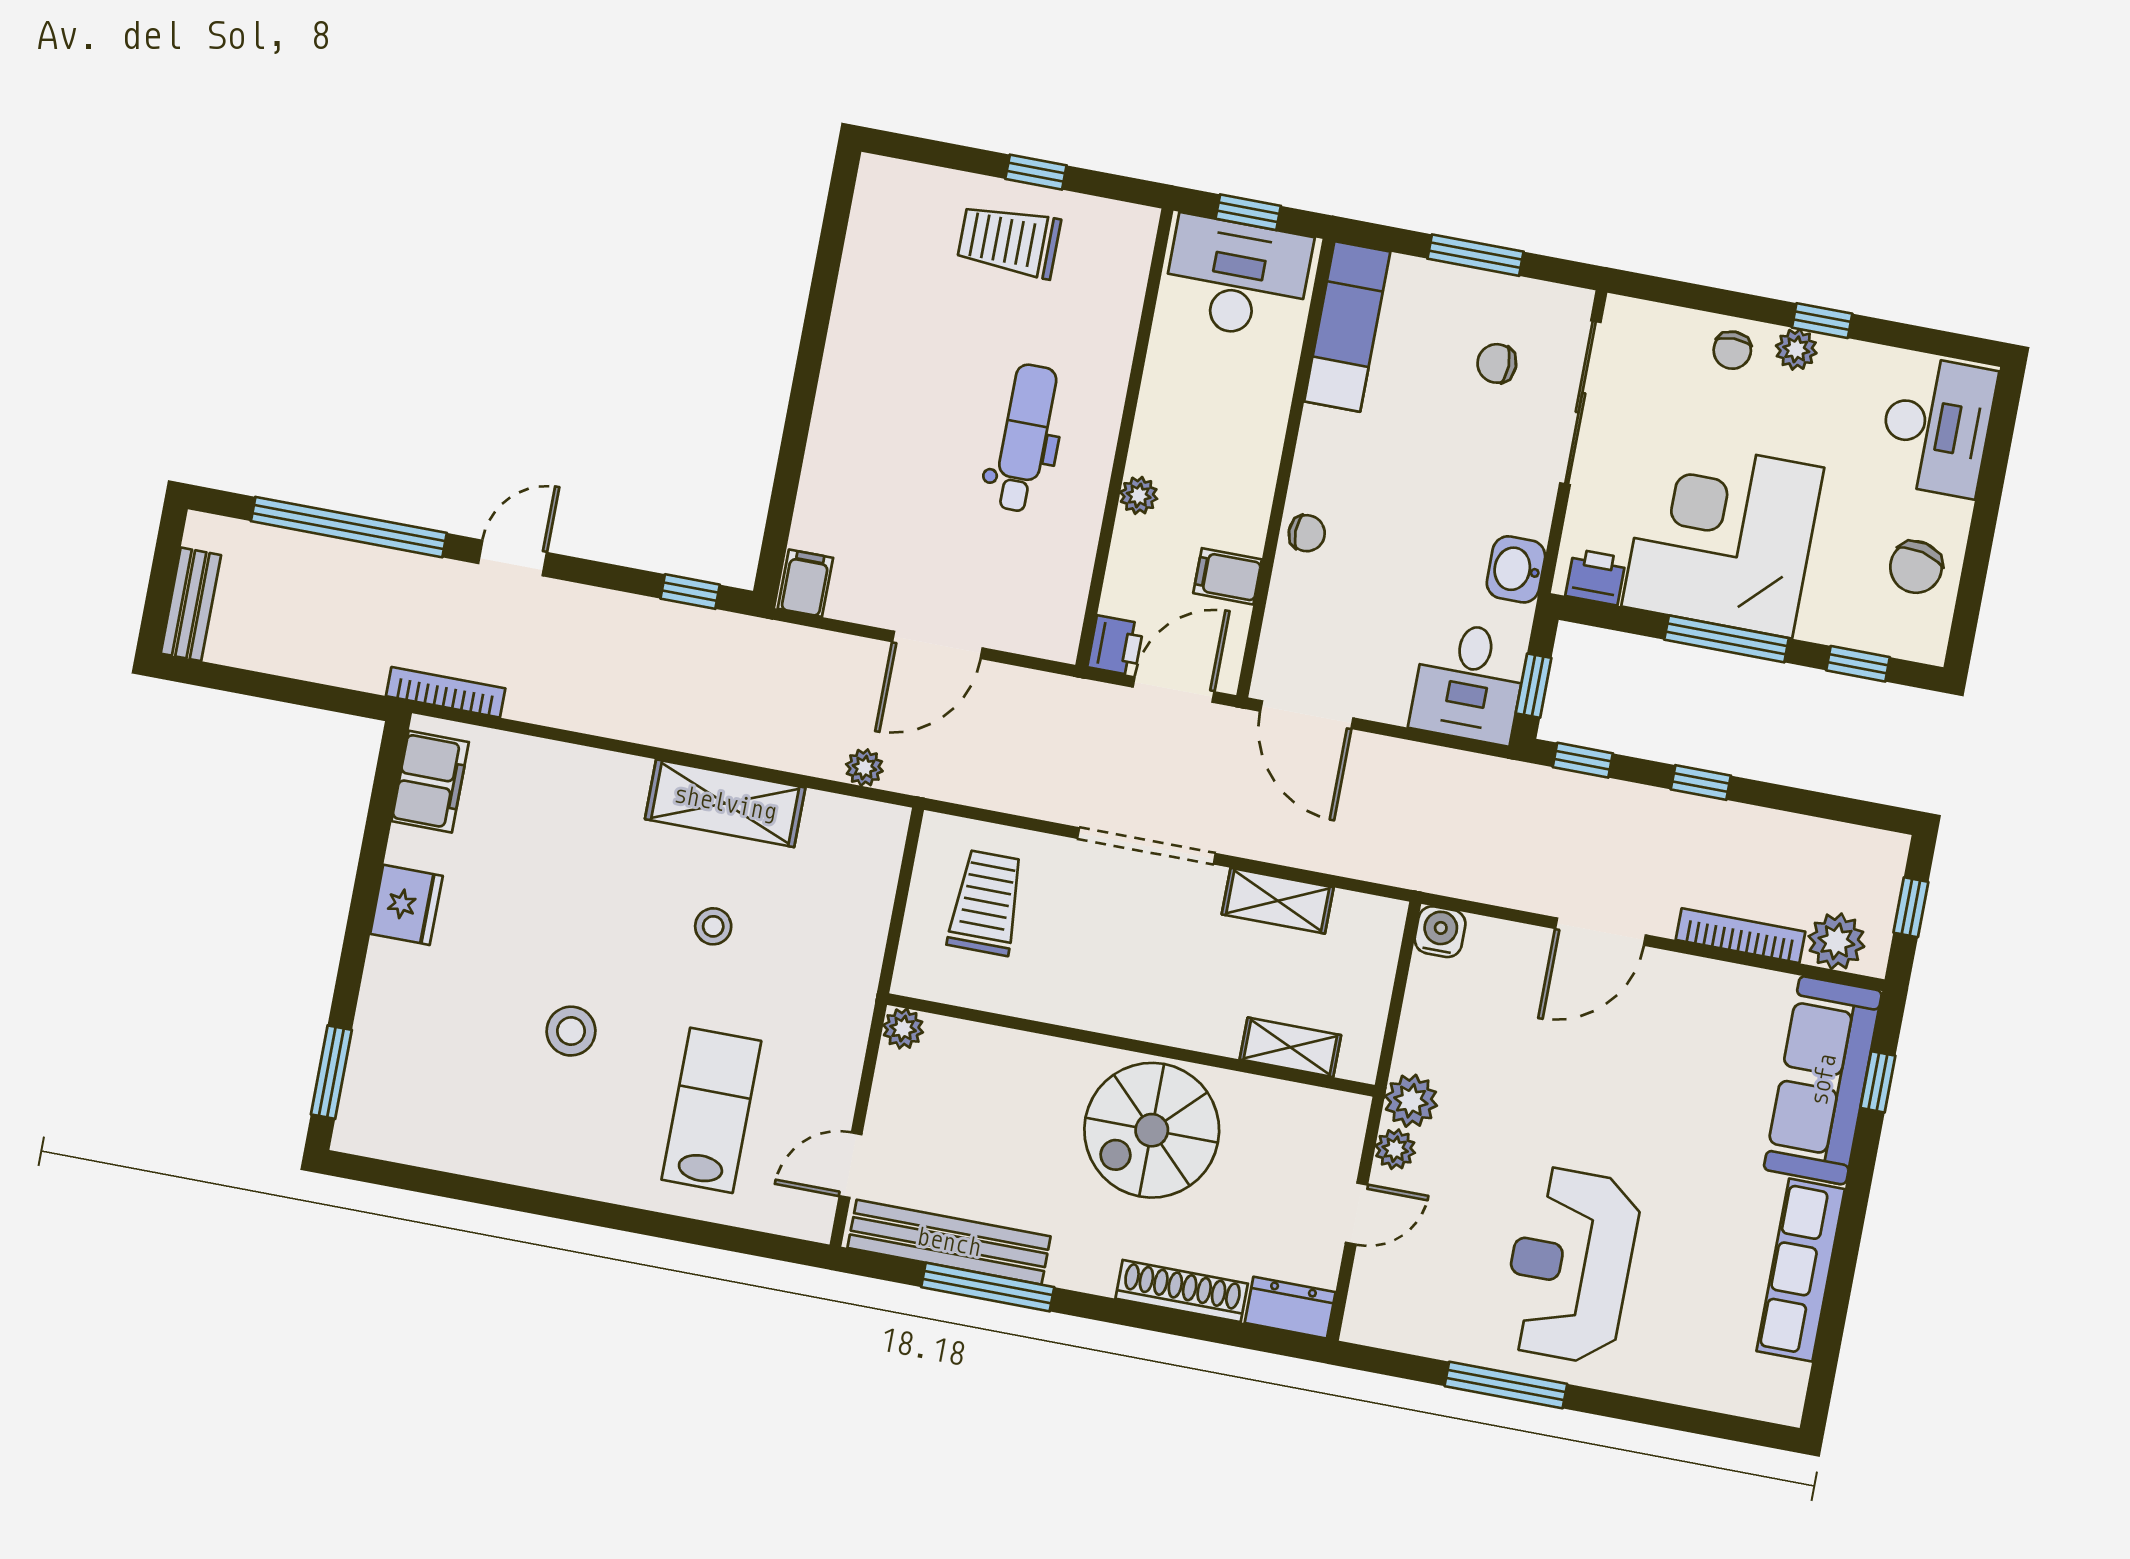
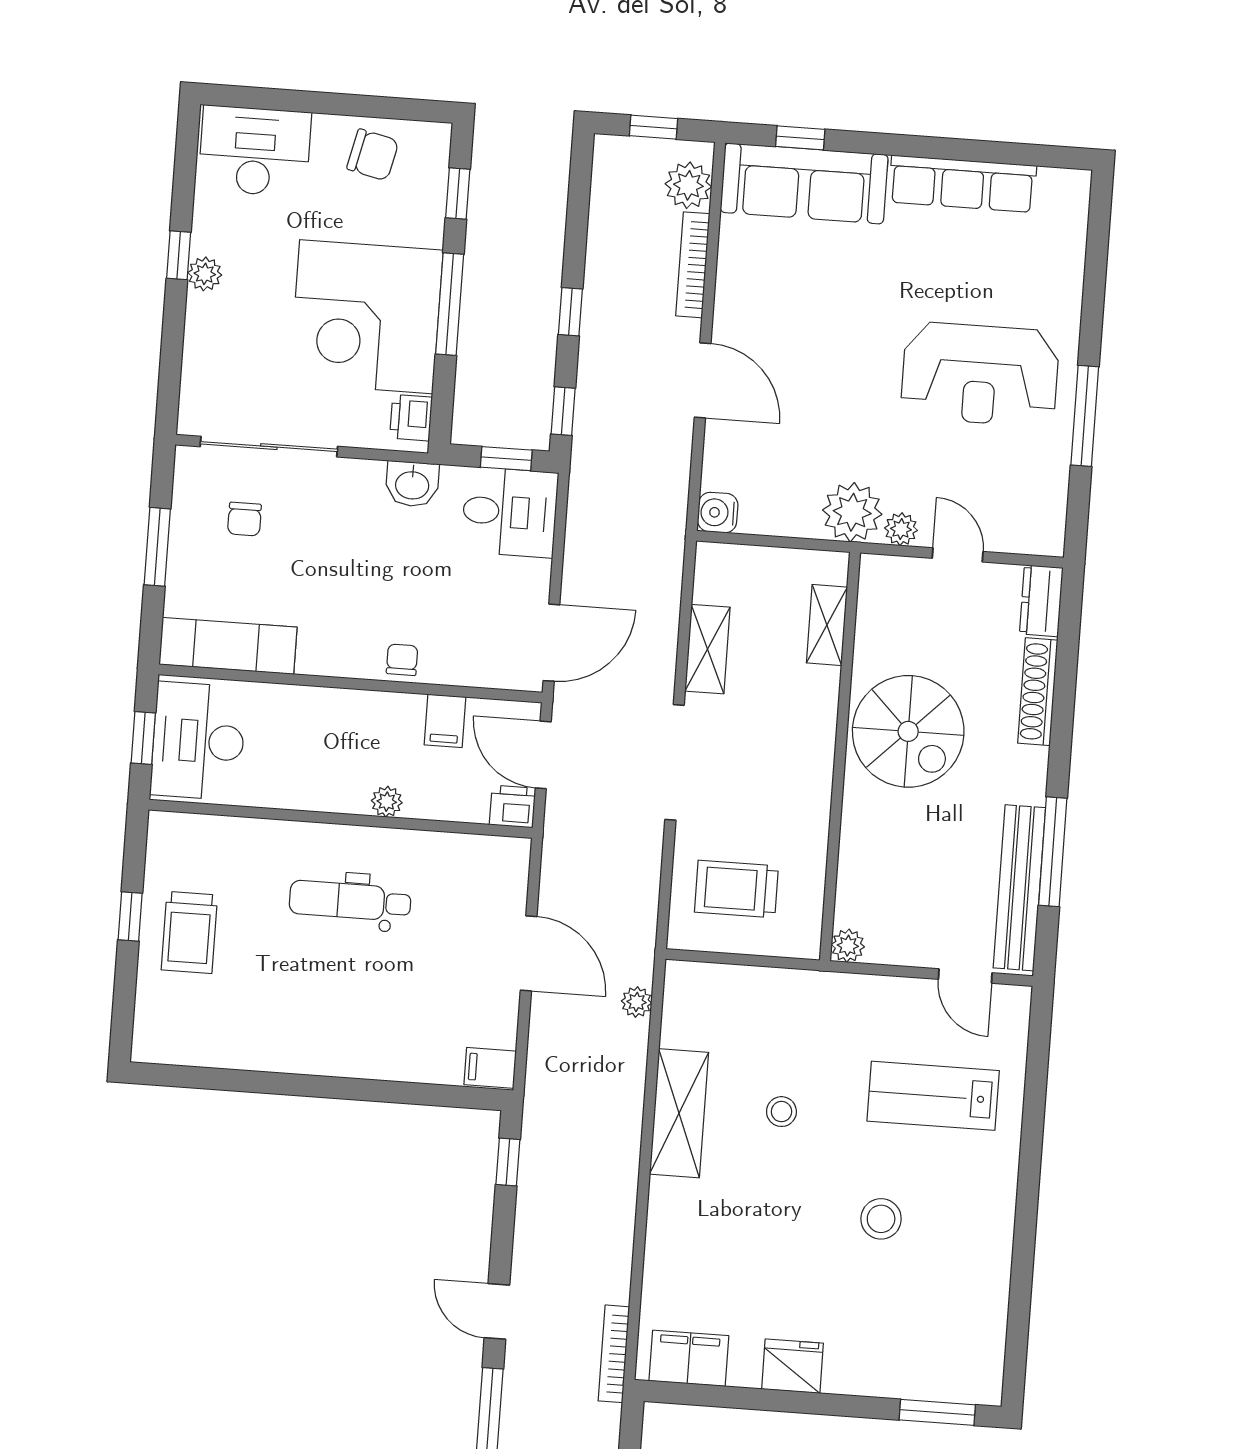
chair: (1732, 350) -> (211, 327), removed
plant: (1411, 1101) -> (852, 512), width x1.36, depth x1.36

